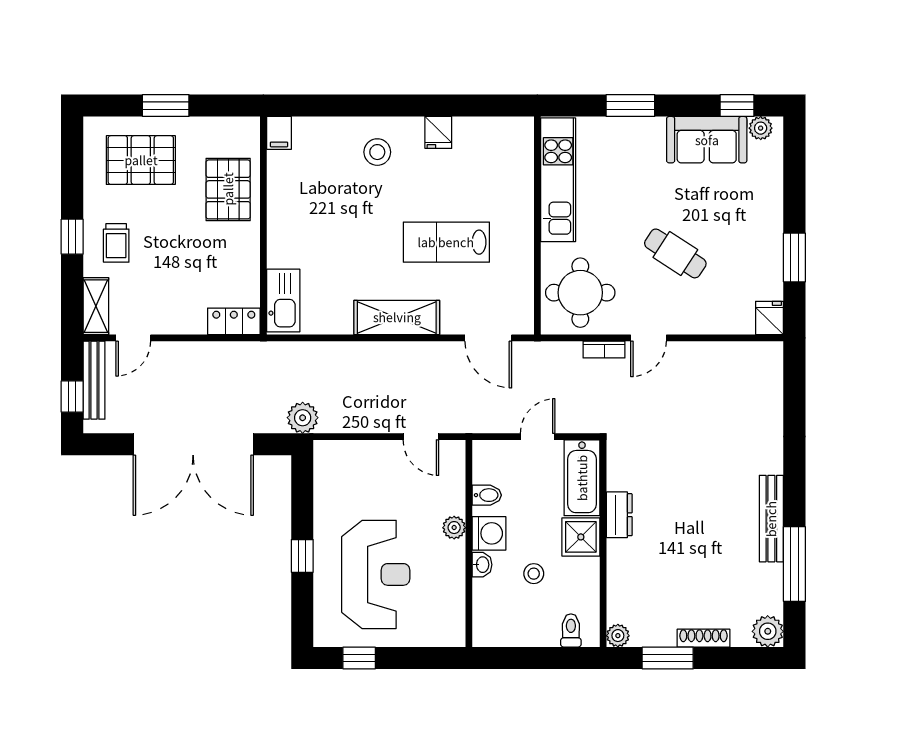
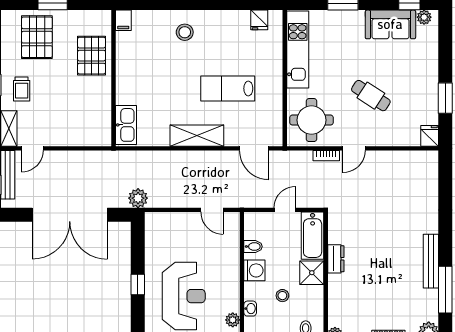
fridge: (438, 132) -> (259, 20), moved
pallet: (141, 160) -> (37, 37), turned 90
locker: (234, 321) -> (95, 138), removed
plant: (454, 528) -> (233, 320), moved
washbasin: (482, 565) -> (250, 309), moved

